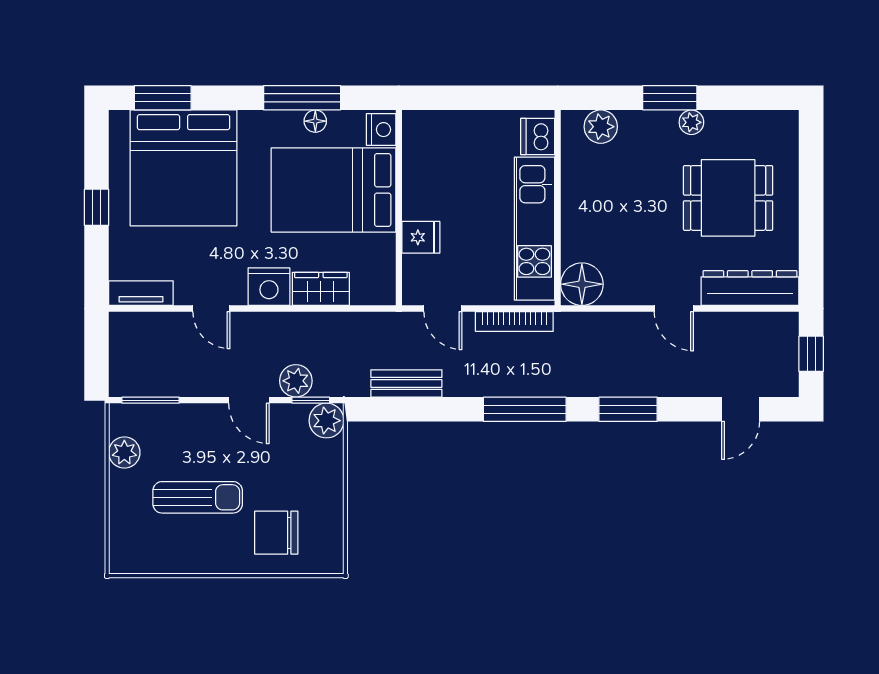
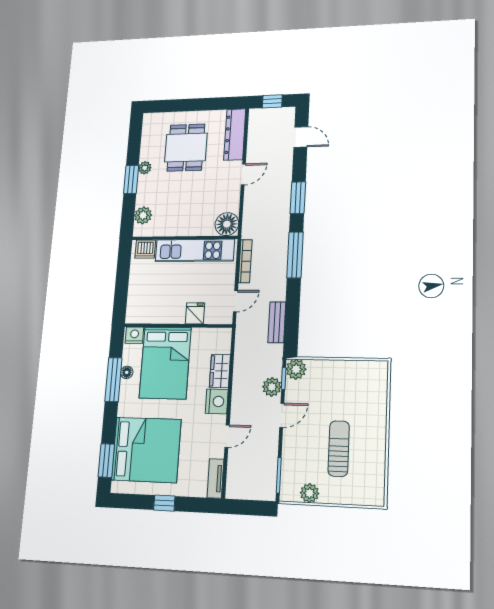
chair: (276, 533) -> (362, 401), removed

